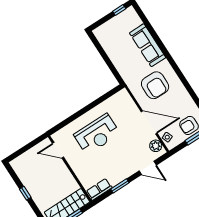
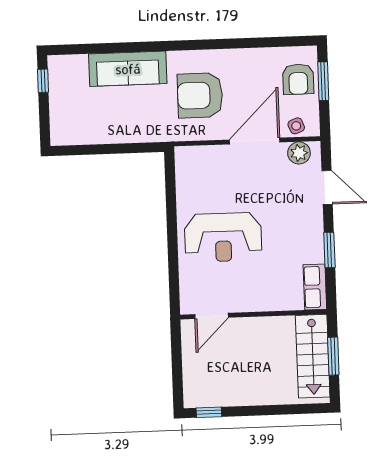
armchair: (155, 85) -> (200, 95), turned 180
reception desk: (97, 134) -> (223, 237), turned 90
door: (148, 168) -> (327, 187), hinge flipped
window: (25, 193) -> (209, 412), moved

